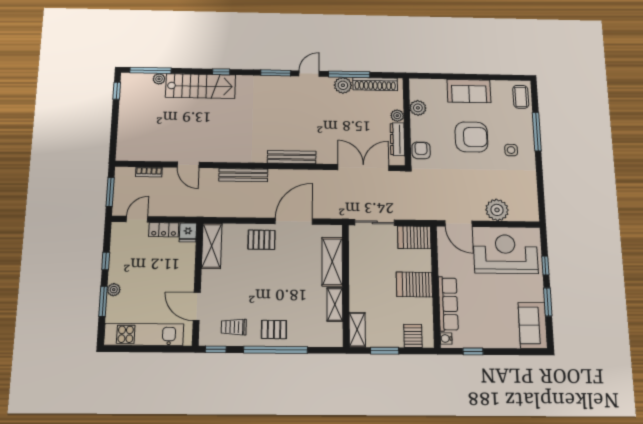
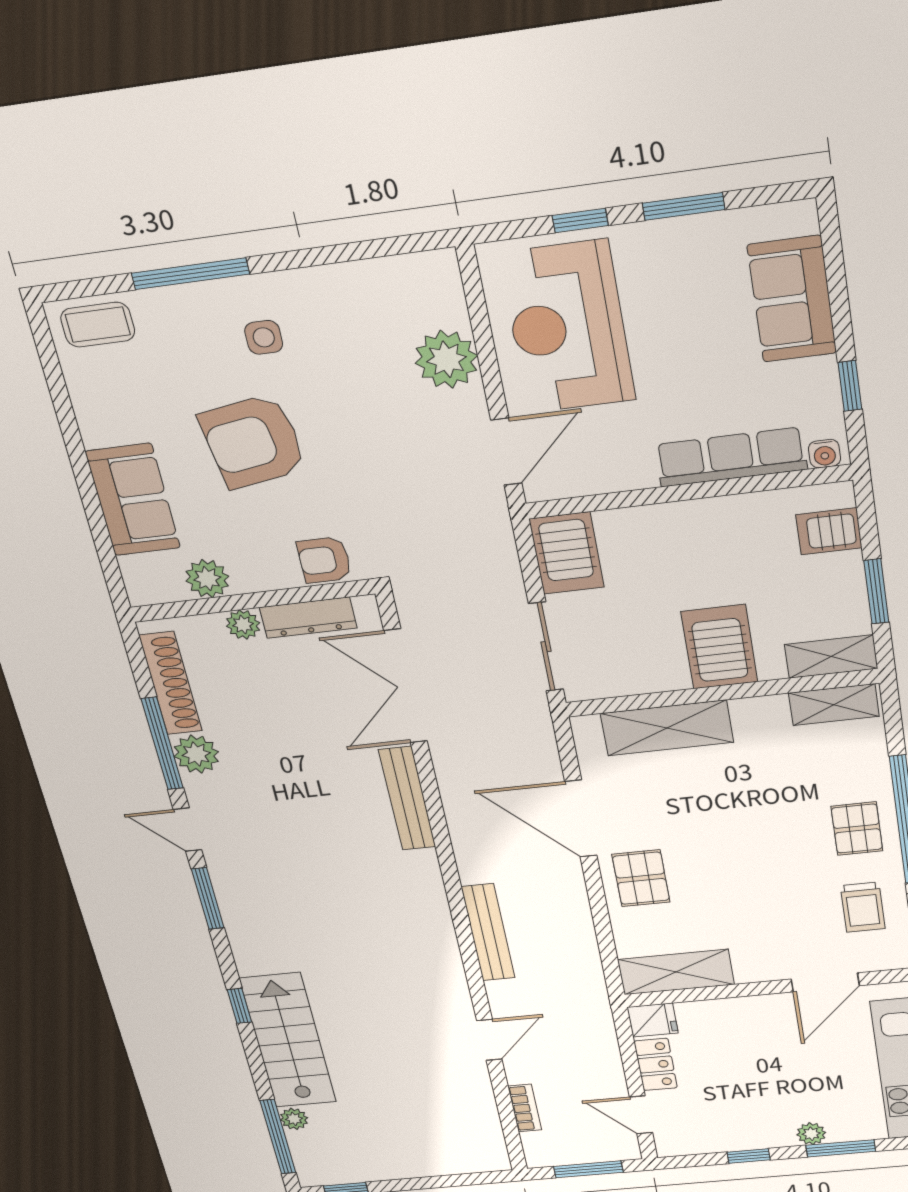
sofa: (469, 91) -> (133, 500), moved
armchair: (471, 137) -> (253, 442), turned -99
bench: (292, 157) -> (407, 799), moved
server rack: (414, 284) -> (719, 647), moved, turned 180
shelving: (335, 304) -> (834, 705), moved
sofa: (533, 325) -> (792, 299), moved, turned 90

